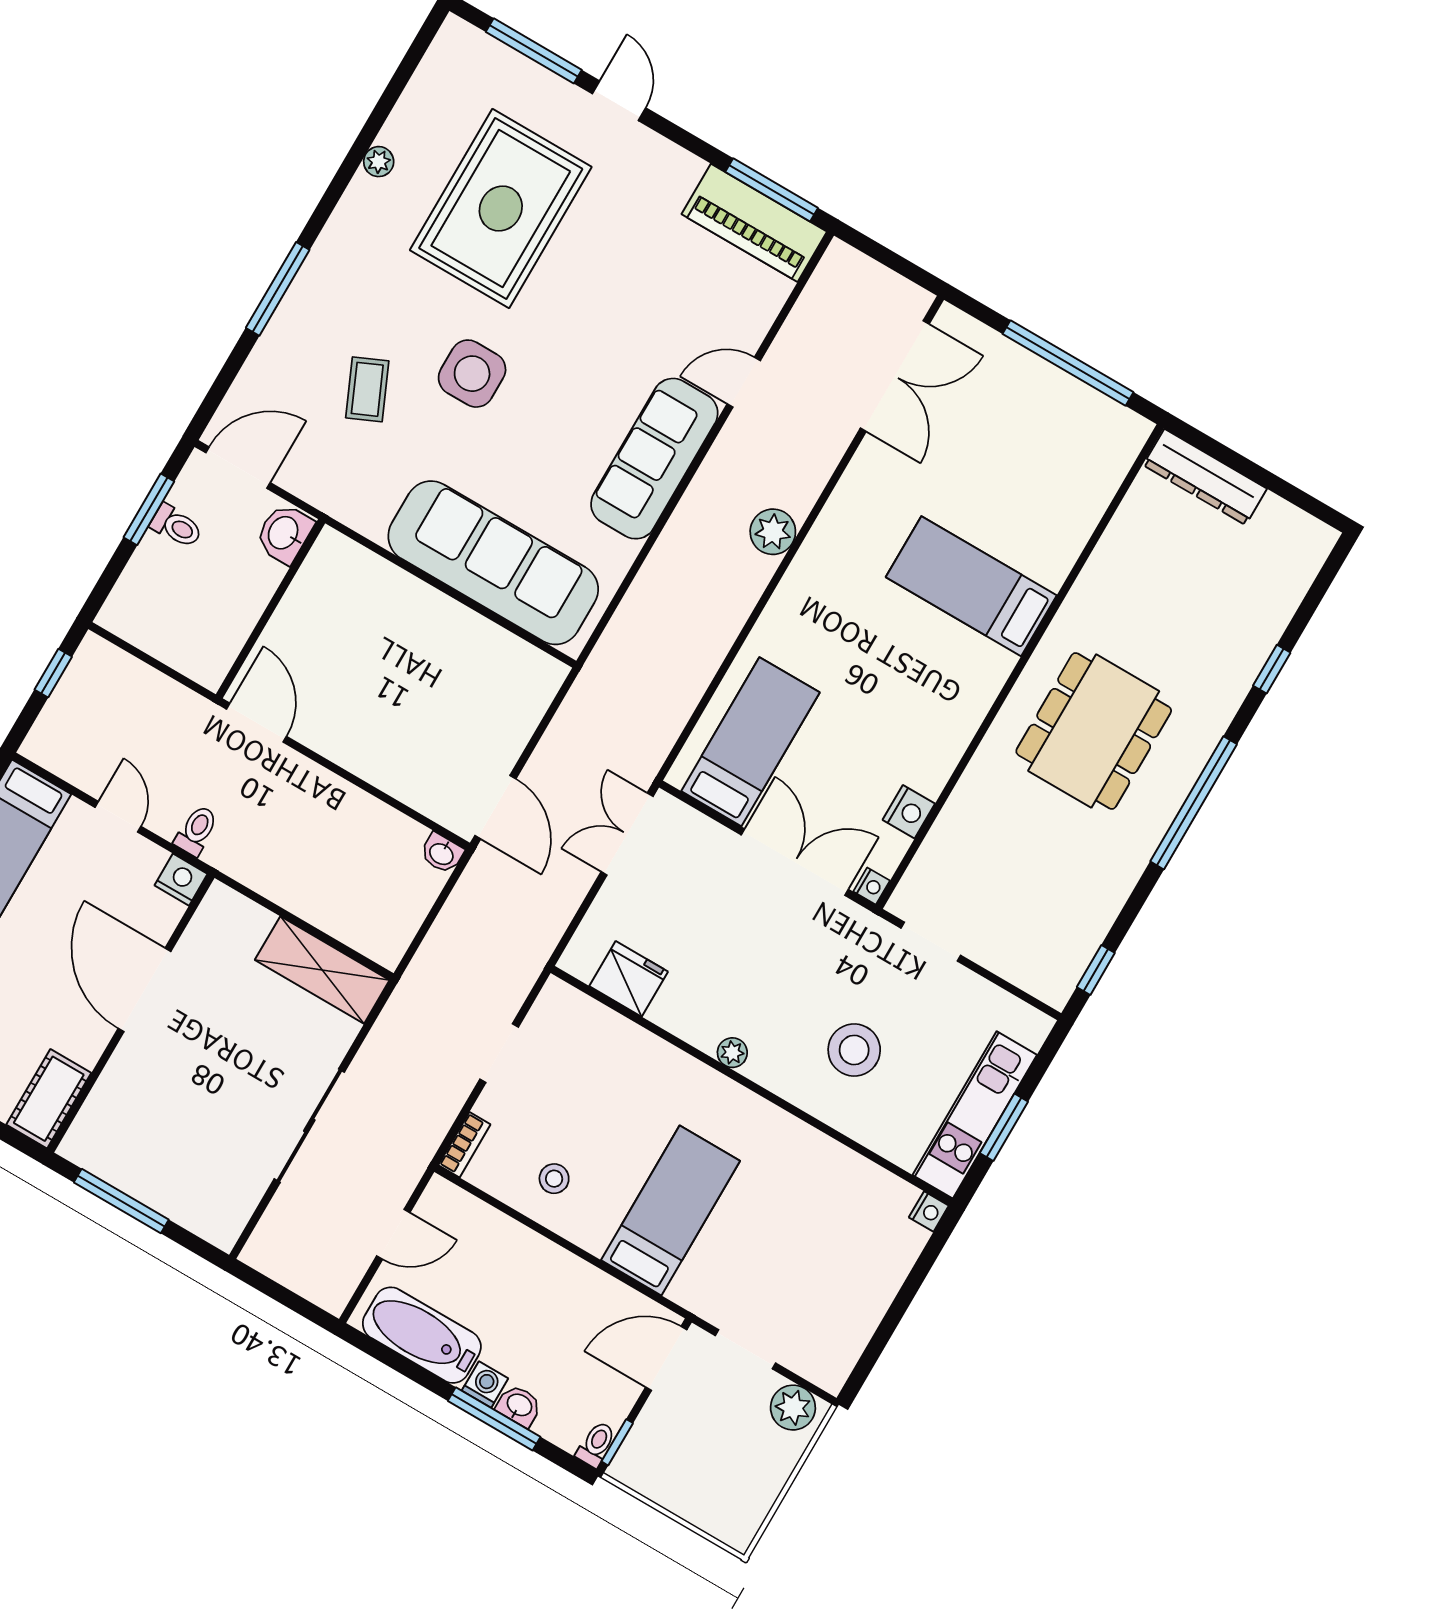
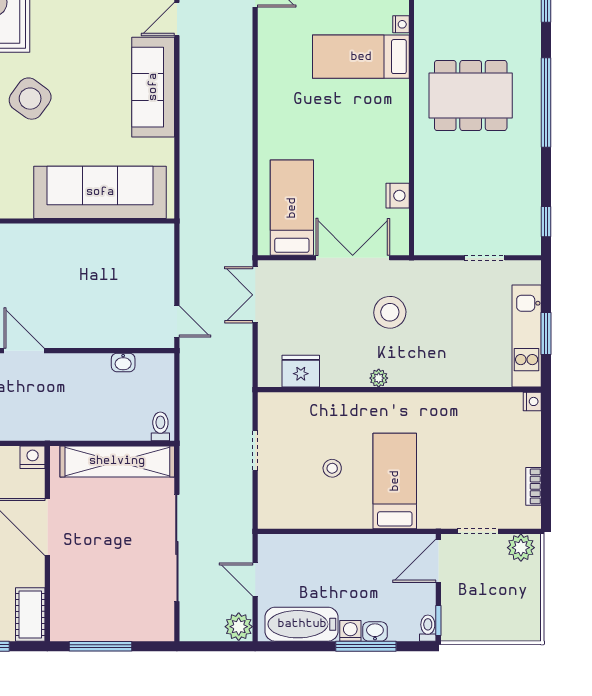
side table: (472, 374) -> (30, 99), turned 36
plant: (773, 532) -> (239, 627), moved
dining table: (1094, 731) -> (471, 95), turned 90
door: (495, 807) -> (177, 321), width x0.73
toilet: (196, 831) -> (160, 426), moved
washbasin: (442, 853) -> (123, 362), moved
nightstand: (872, 886) -> (401, 24), moved
doorway: (931, 942) -> (485, 258), moved
shelving: (322, 970) -> (117, 461), width x1.47
stool: (854, 1050) -> (390, 312), moved
sliding door: (309, 1126) -> (177, 548), width x1.36
bookcase: (464, 1145) -> (533, 486), moved, turned 180
stool: (554, 1179) -> (332, 468), moved
door: (393, 1234) -> (255, 580), swing flipped

